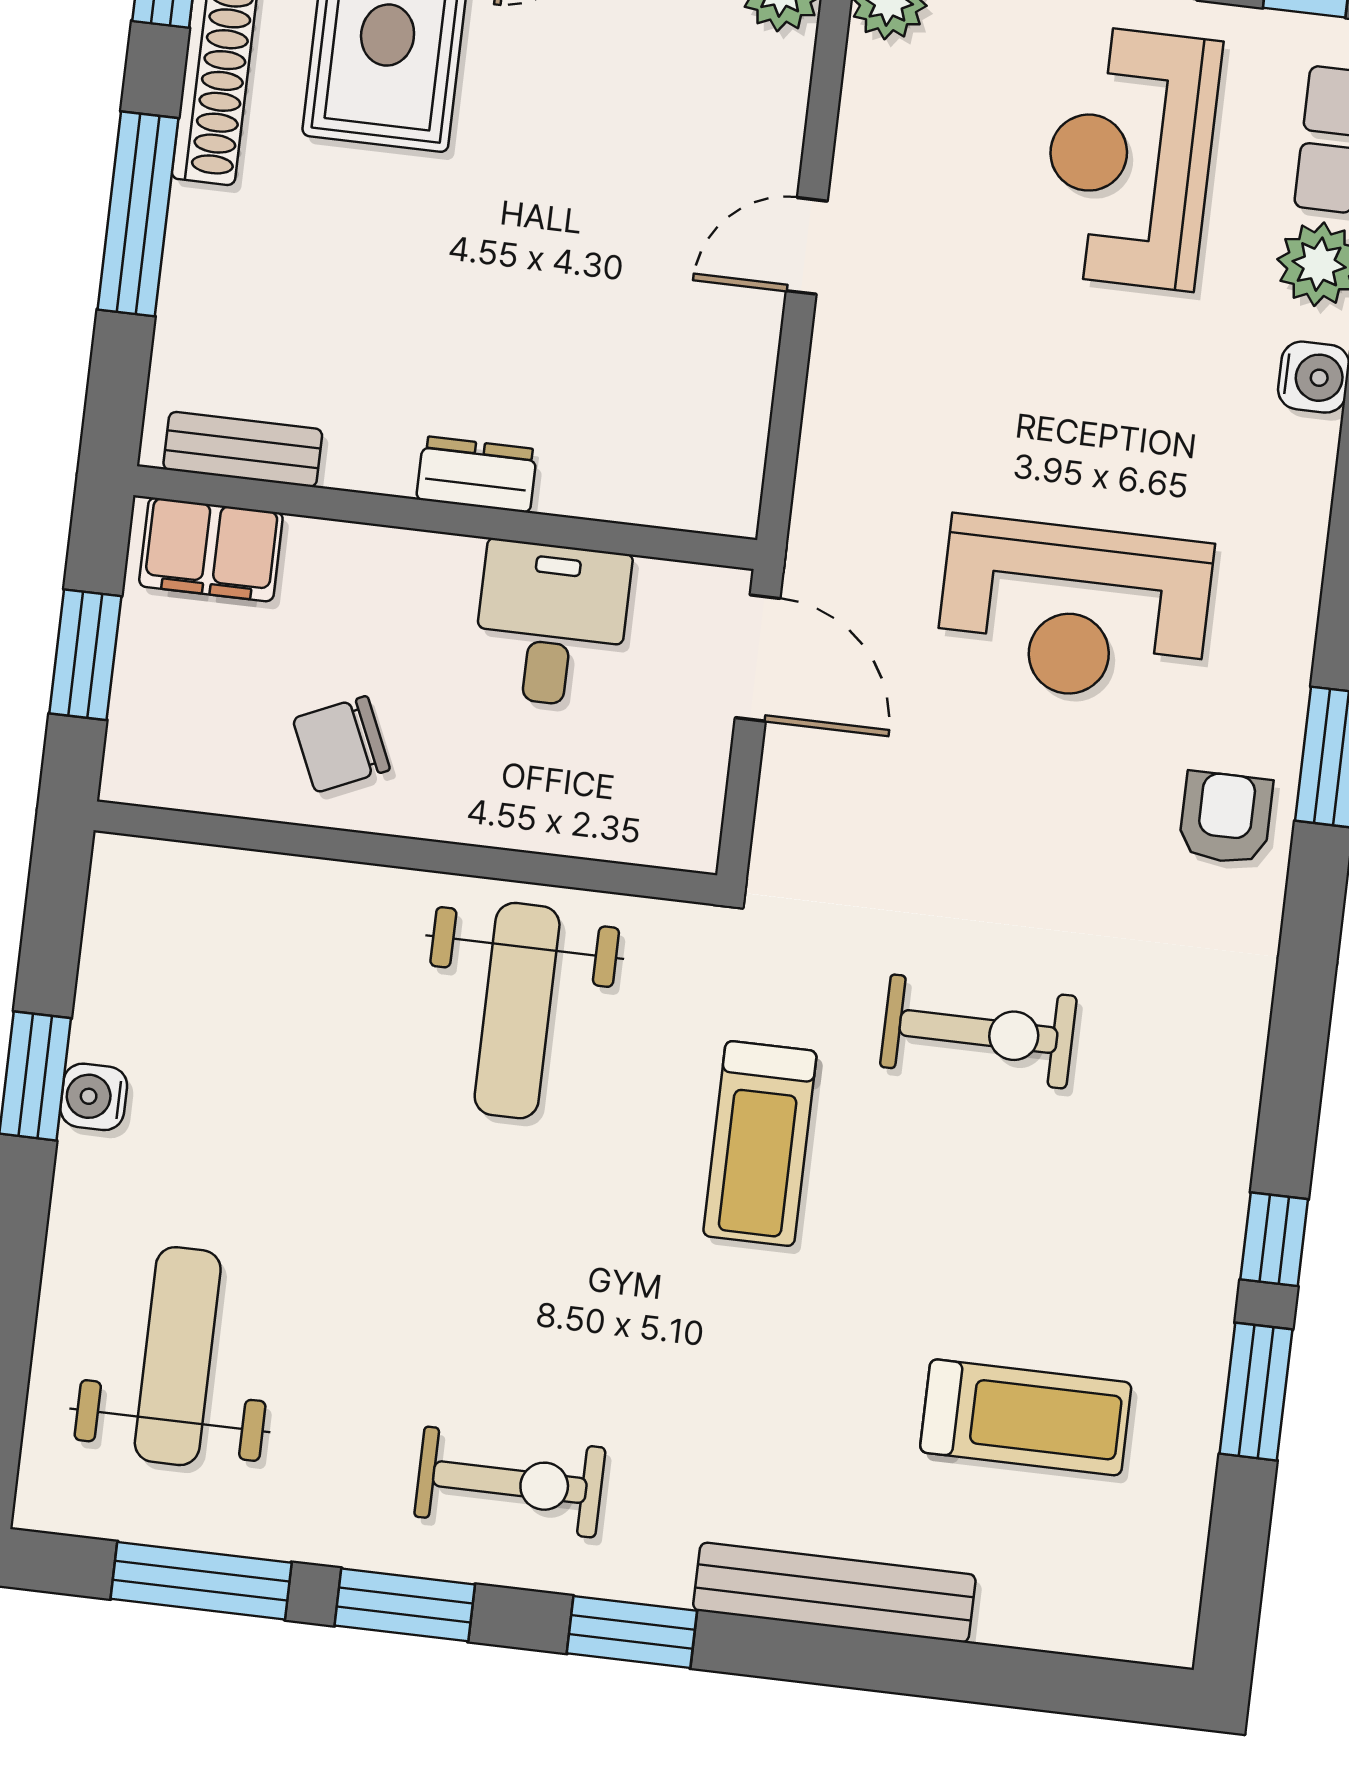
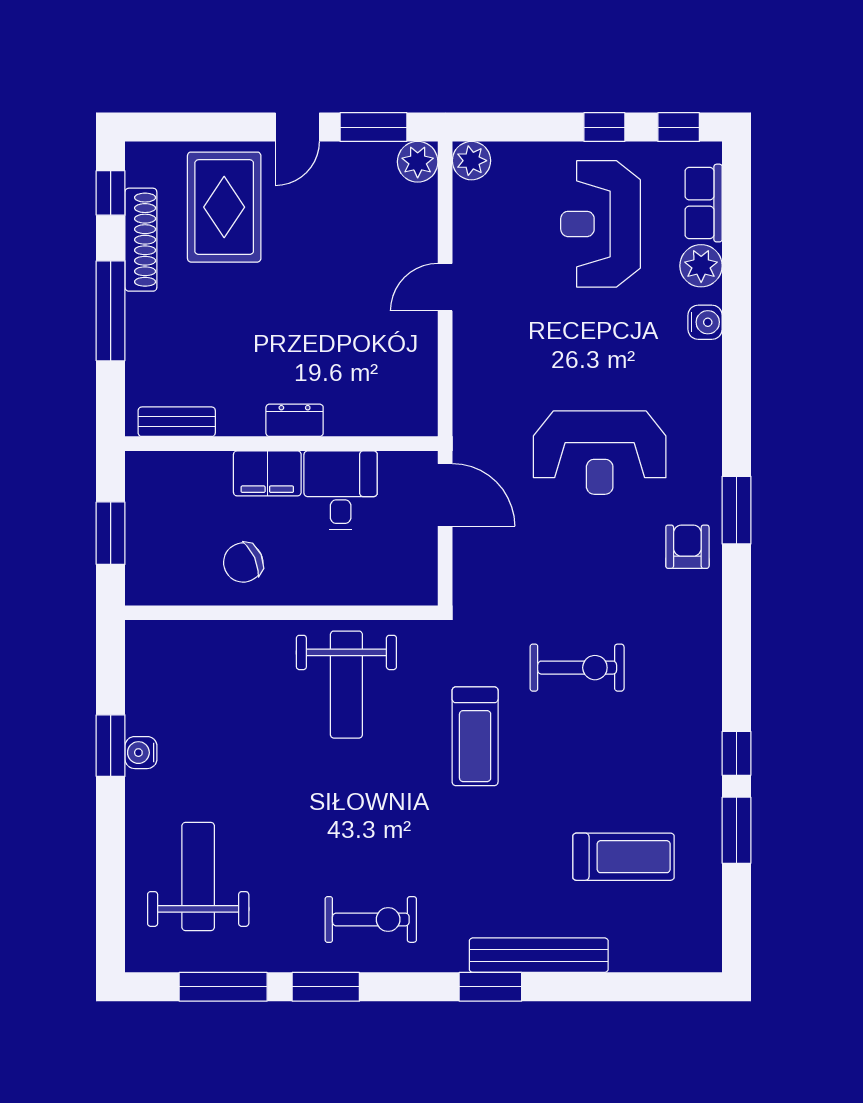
filing cabinet: (211, 549) -> (267, 473), moved
window: (632, 1632) -> (490, 987), moved

